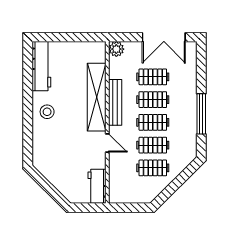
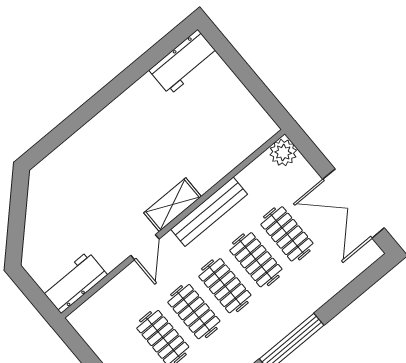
workbench: (41, 66) -> (184, 62), width x0.73
shelving: (97, 97) -> (173, 205), width x0.45, depth x0.75
stool: (47, 112) -> (119, 130), removed

